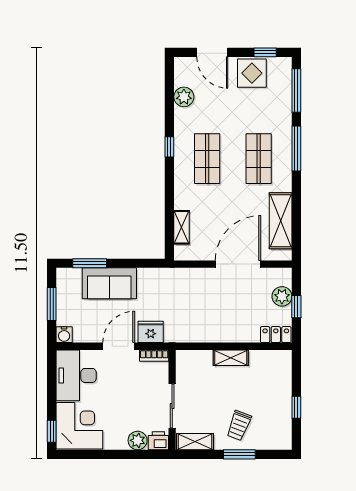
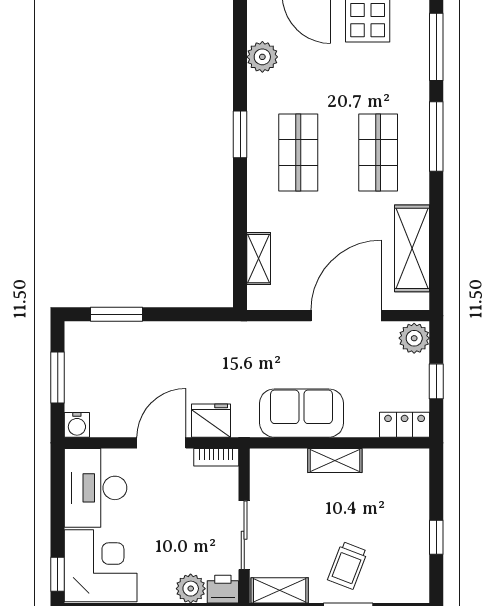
window: (169, 147) -> (240, 134), width x1.50
sofa: (109, 283) -> (302, 413), moved, turned 180
plant: (282, 296) -> (414, 338), moved

